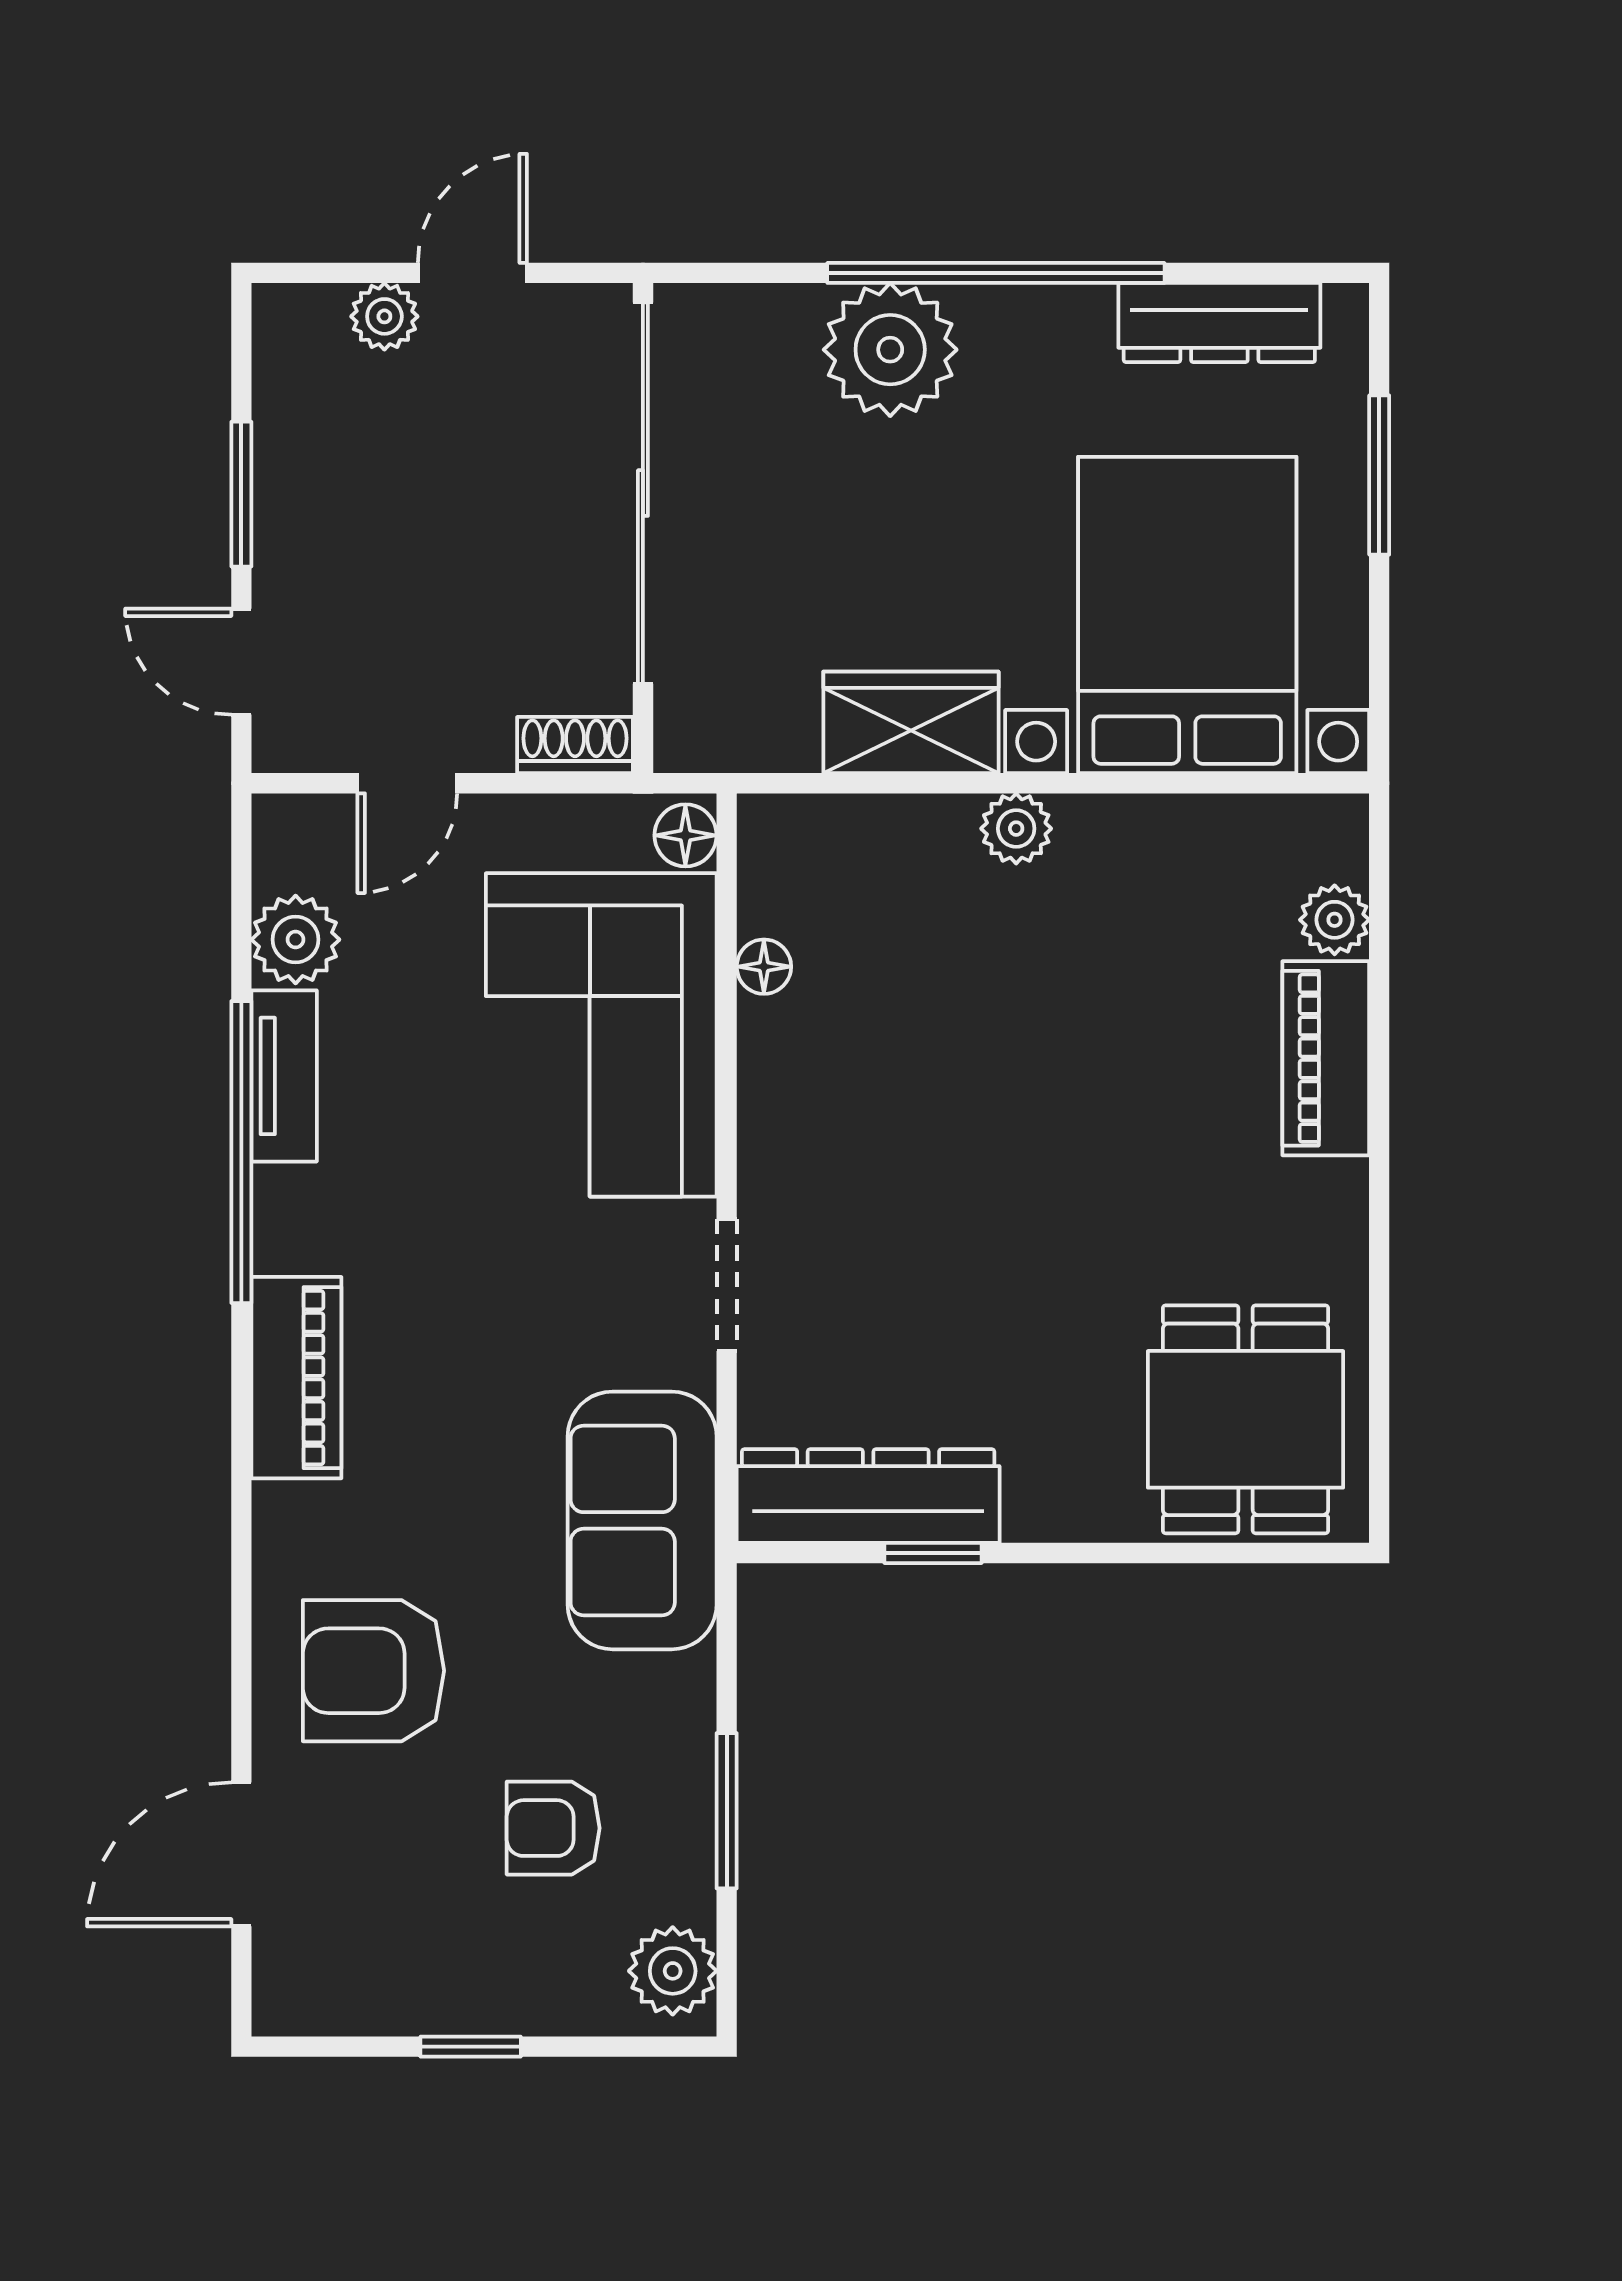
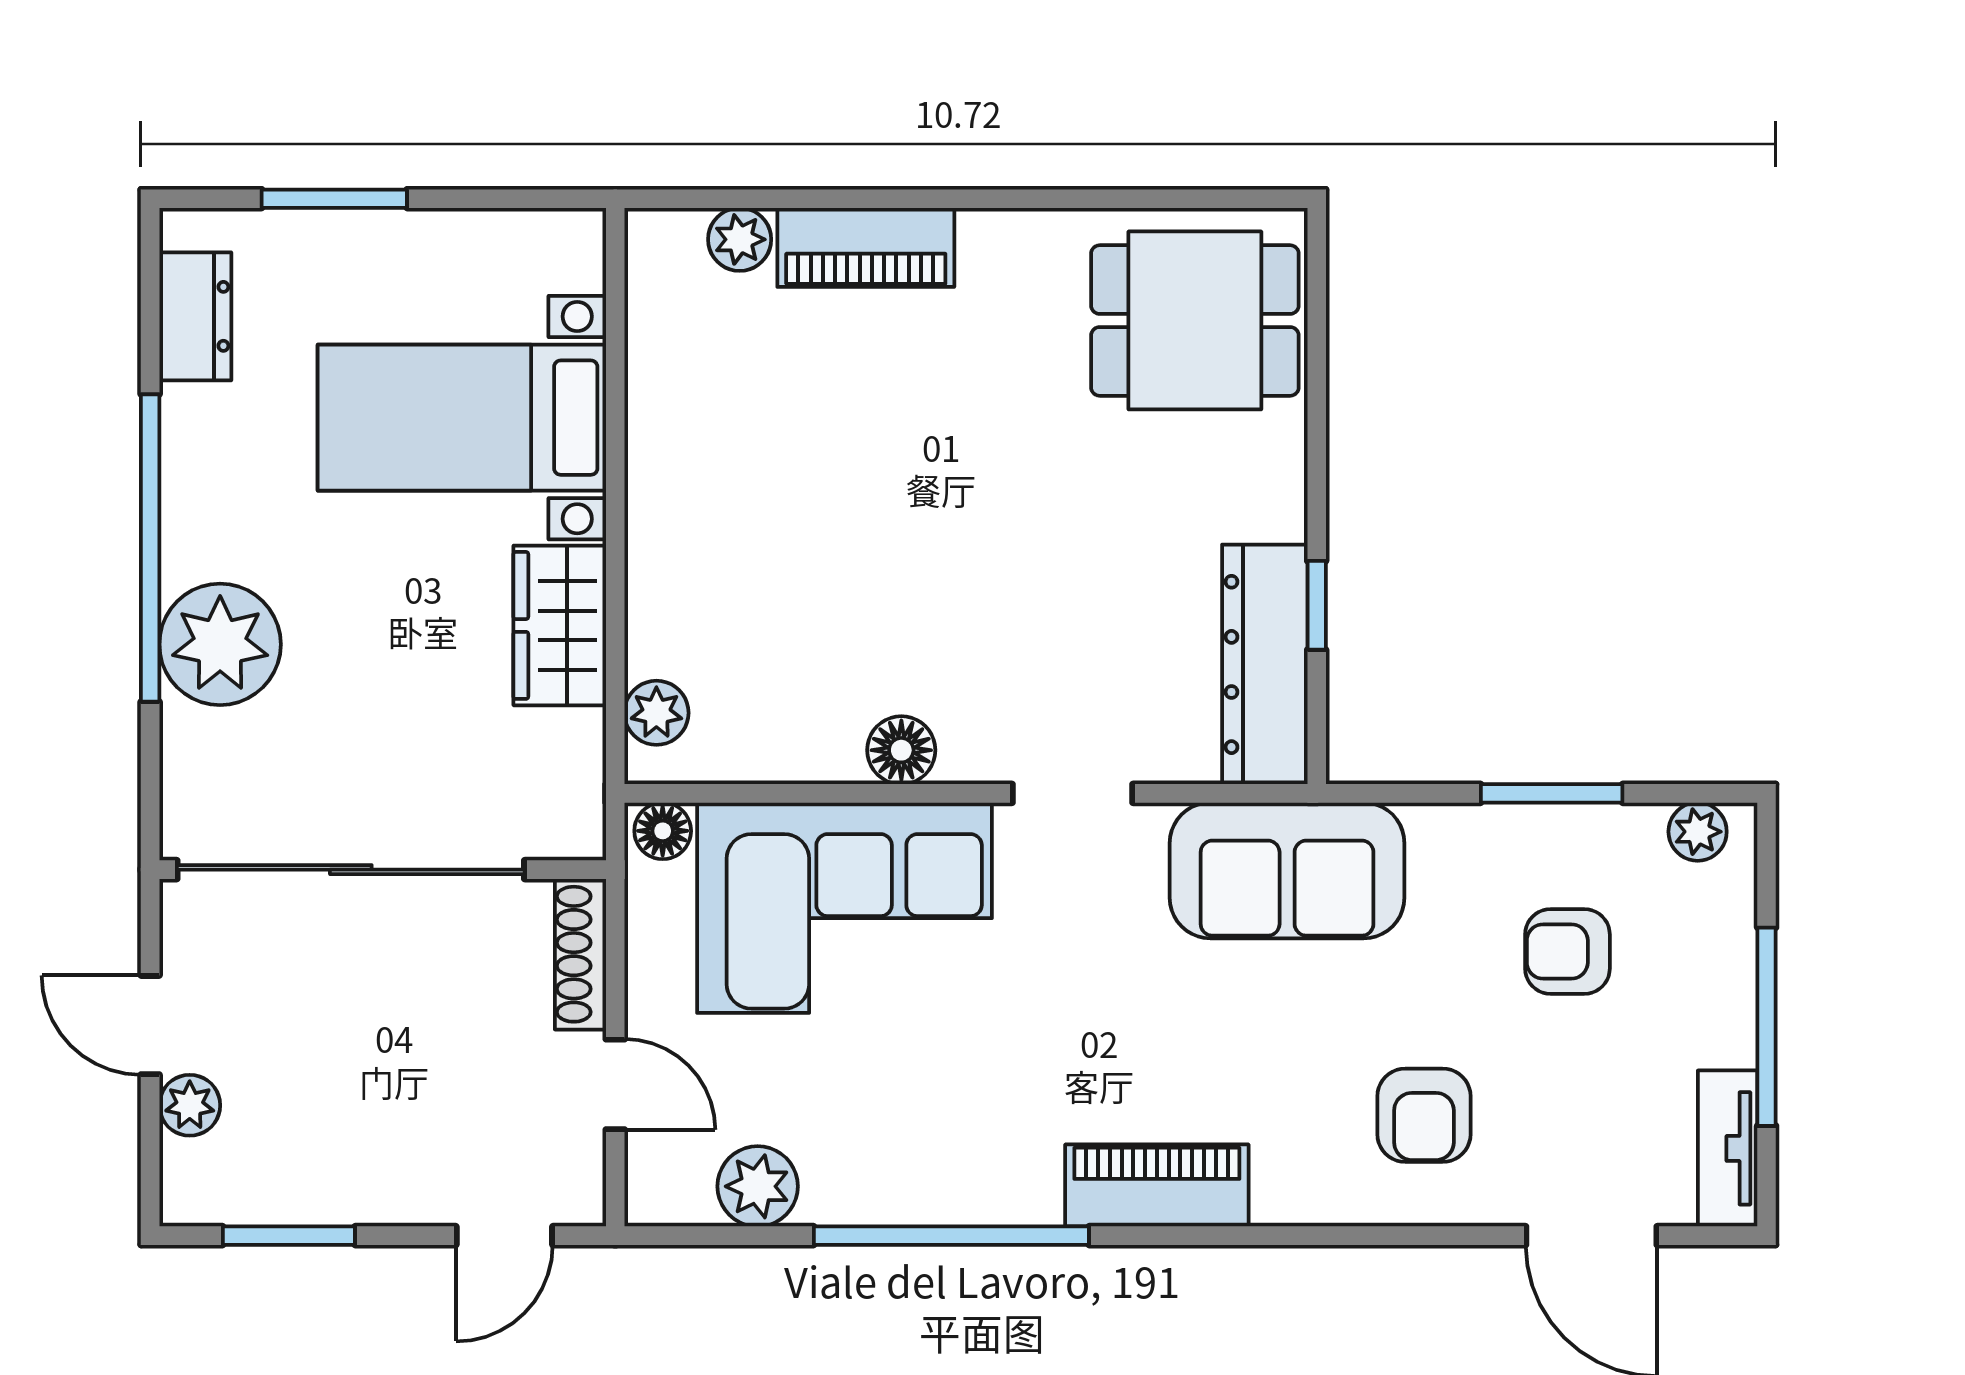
dresser: (1219, 323) -> (195, 316), width x0.70
window: (241, 494) -> (289, 1236), moved
bed with nightstands: (1187, 615) -> (462, 418), width x0.73
shoe rack: (575, 745) -> (580, 954), width x1.43
plant: (1016, 829) -> (656, 713), moved
floor lamp: (764, 967) -> (901, 750), moved, width x1.37, depth x1.37
tv unit: (284, 1076) -> (1728, 1148), moved, turned -90
armchair: (373, 1671) -> (1424, 1115), width x0.72, depth x0.72
armchair: (553, 1828) -> (1567, 951), turned 90
plant: (673, 1971) -> (1698, 832), width x0.73, depth x0.73
window: (471, 2047) -> (1767, 1027), width x2.17

